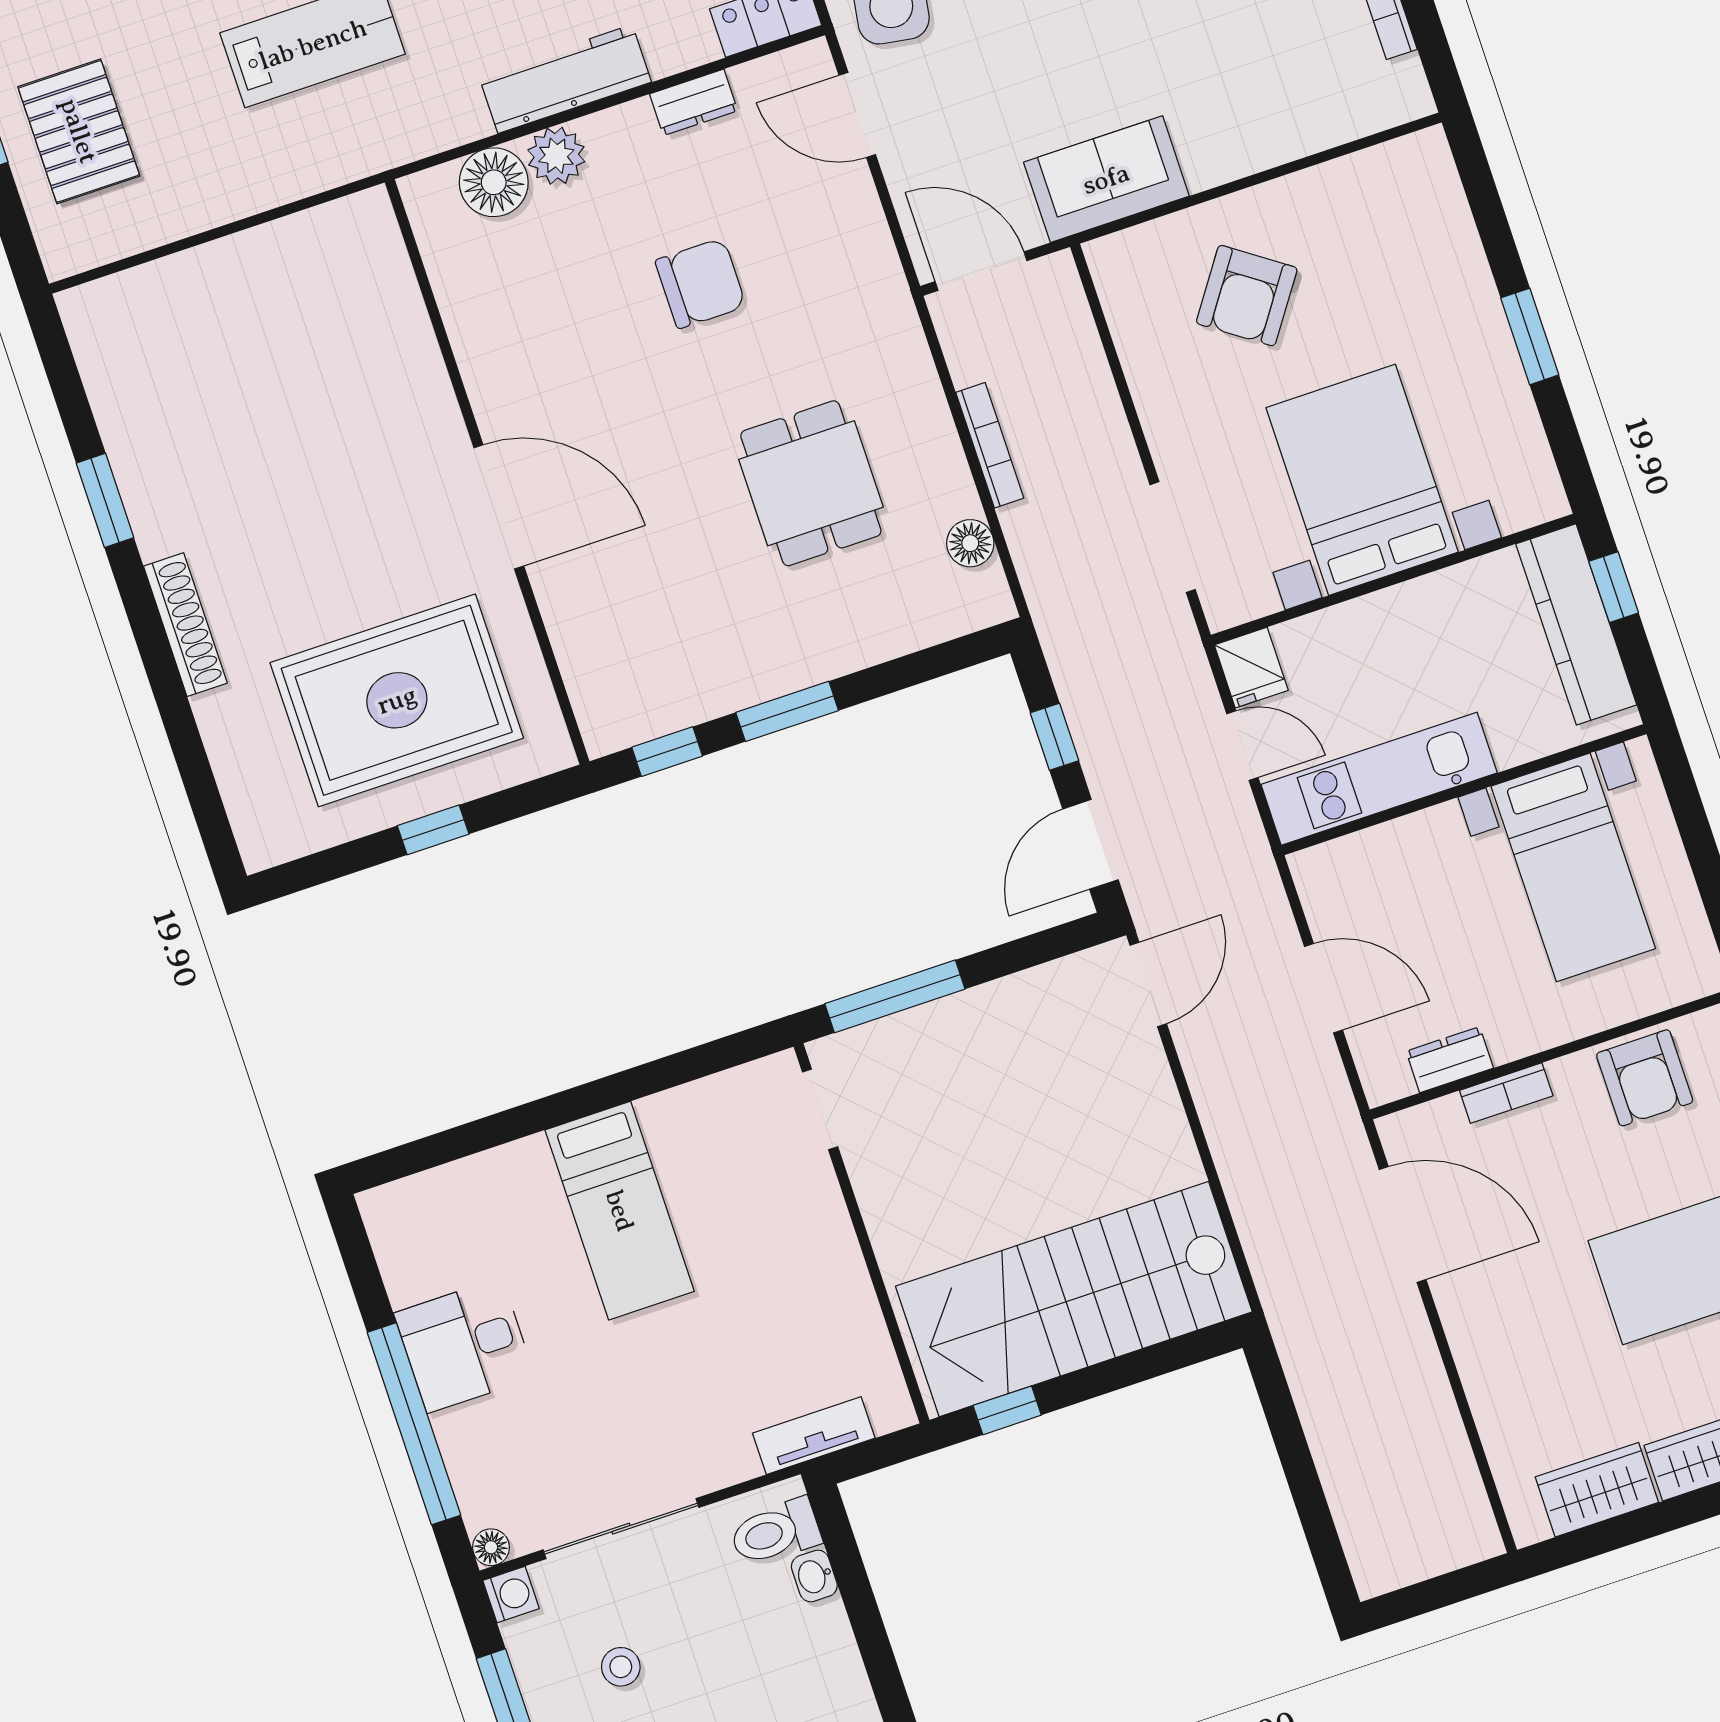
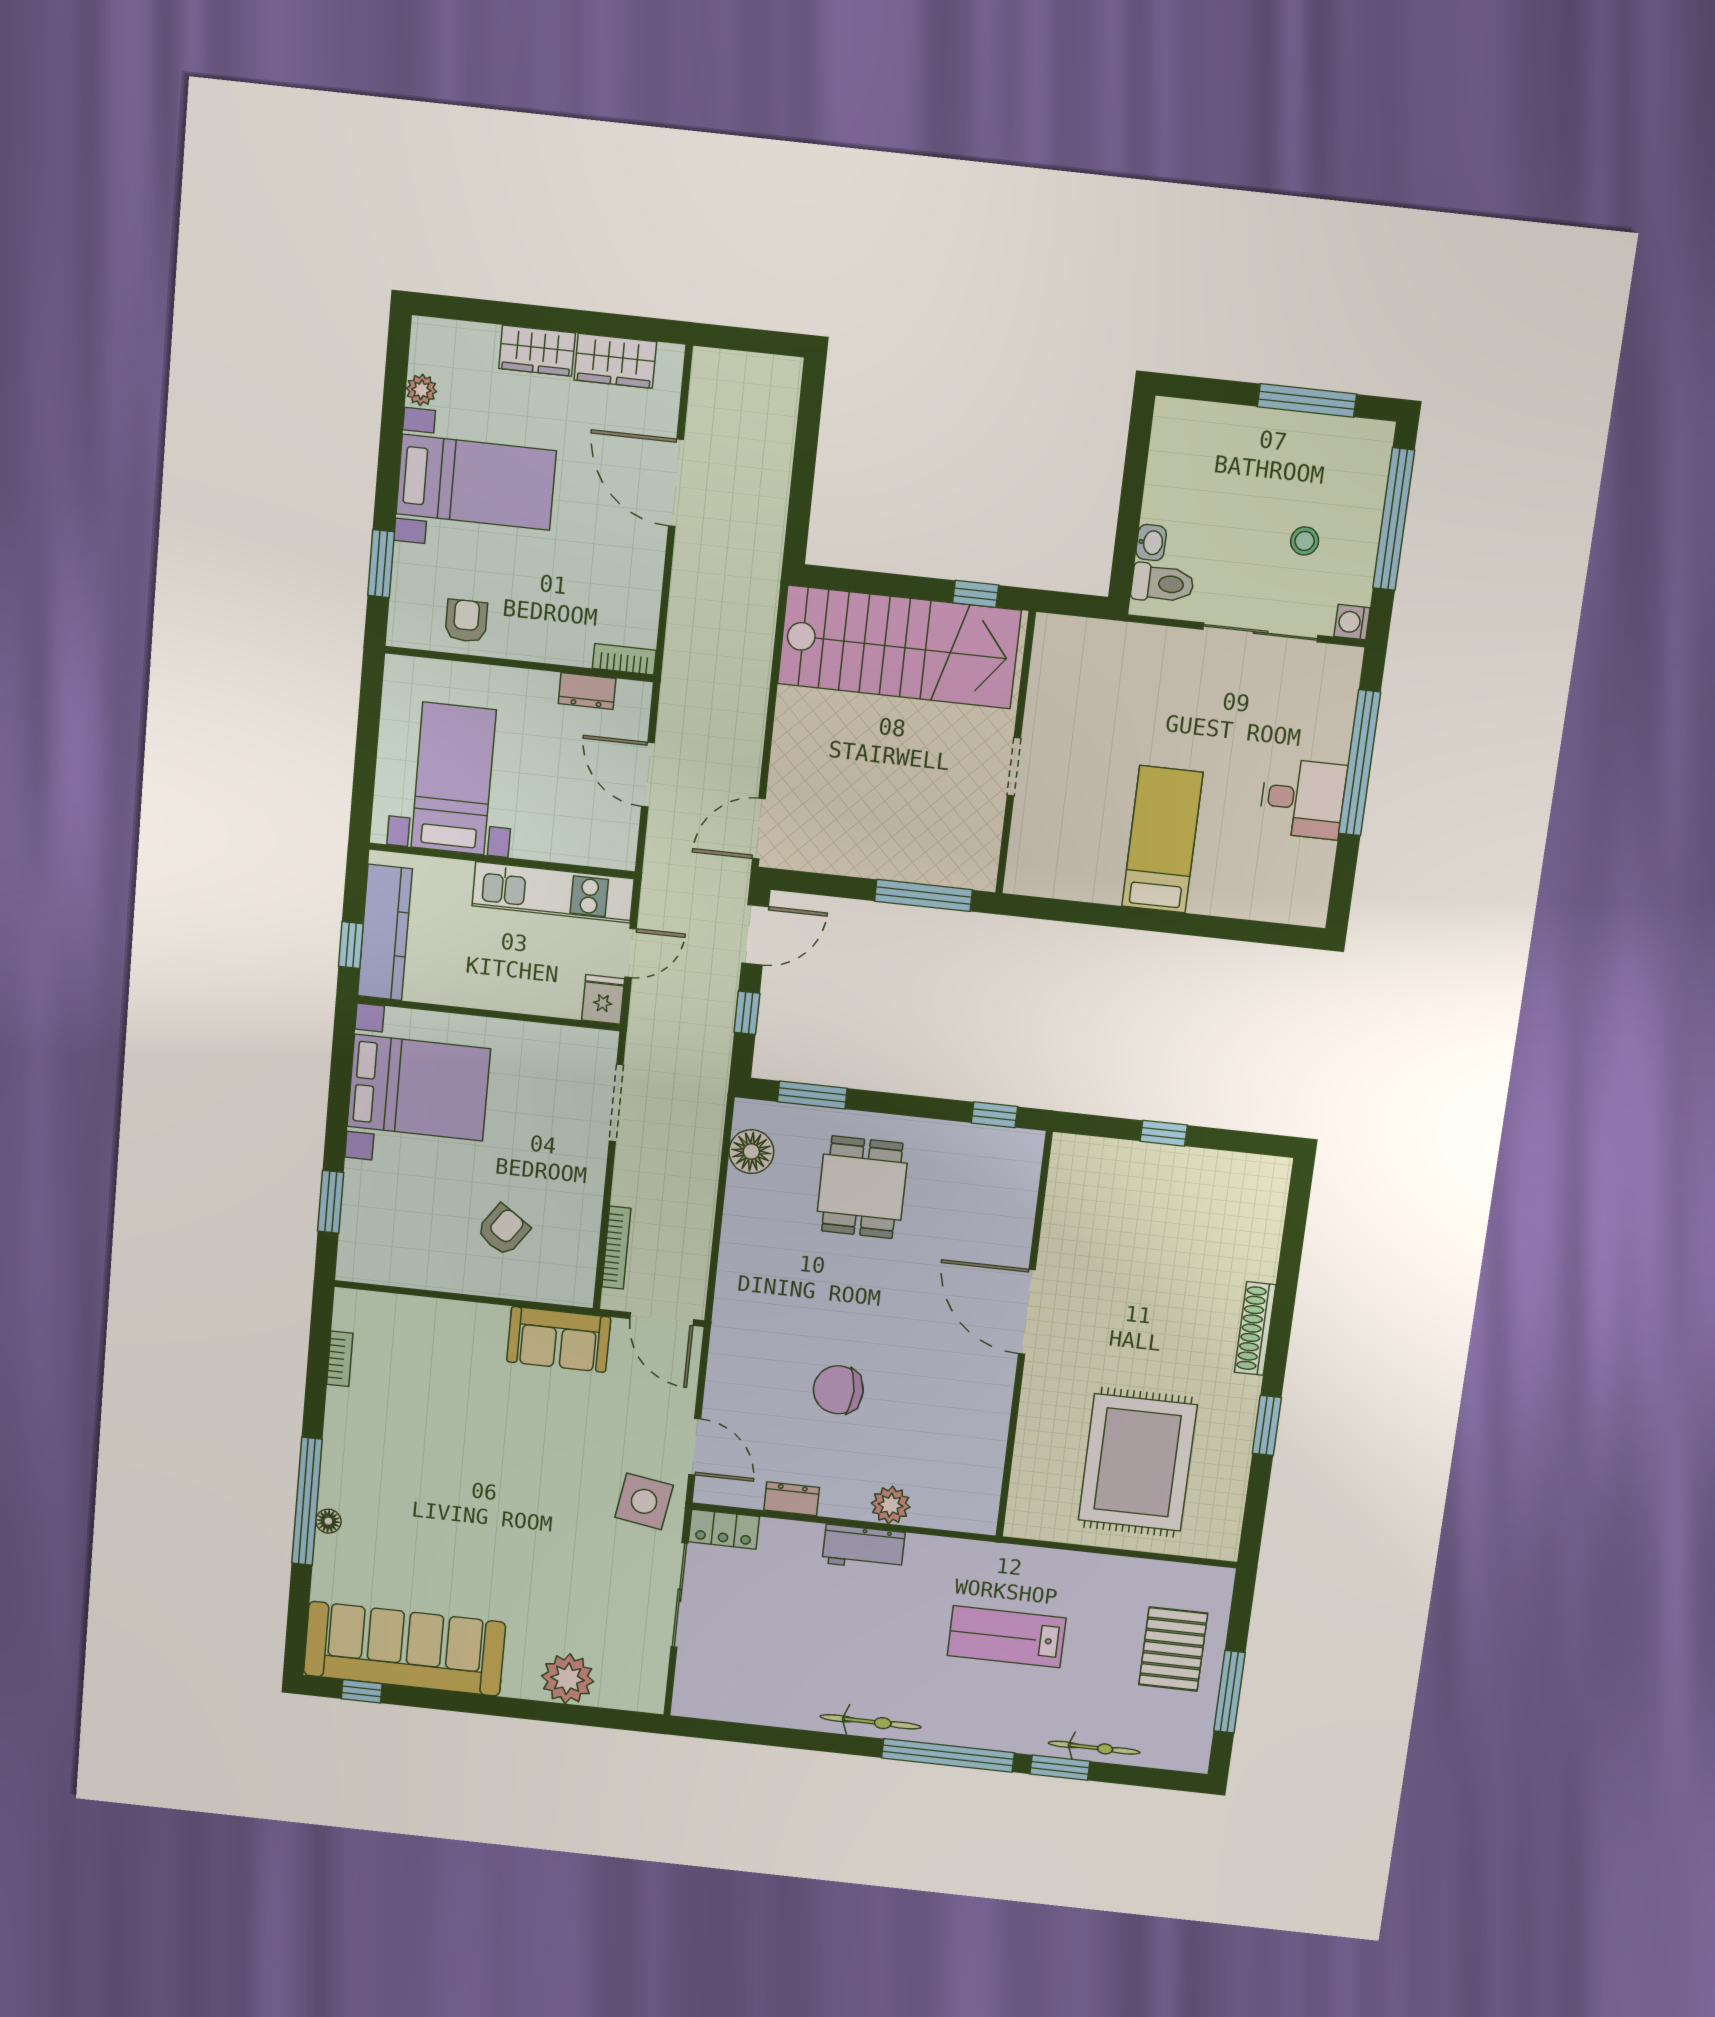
workbench: (565, 79) -> (864, 1548), width x0.73
floor lamp: (494, 182) -> (936, 1507), removed
armchair: (1247, 296) -> (503, 1230), width x0.72, depth x0.72
window: (1530, 336) -> (331, 1202), moved
bookcase: (990, 445) -> (616, 1248), moved, turned 180
bed with nightstands: (1362, 480) -> (419, 1088), moved, turned -90
dining table: (811, 483) -> (862, 1187), moved
floor lamp: (970, 543) -> (751, 1152), width x1.38, depth x1.38
rug: (397, 700) -> (1138, 1462), moved, turned 90
window: (787, 711) -> (812, 1095), moved
door: (1242, 746) -> (631, 953), swing flipped
armchair: (1645, 1078) -> (466, 621), width x0.72, depth x0.72
bookcase: (1506, 1093) -> (624, 659), moved
doorway: (820, 1109) -> (1014, 767), moved
door: (1403, 1225) -> (676, 483), moved
tv unit: (814, 1436) -> (1108, 636), removed
floor lamp: (491, 1547) -> (1350, 659), removed

